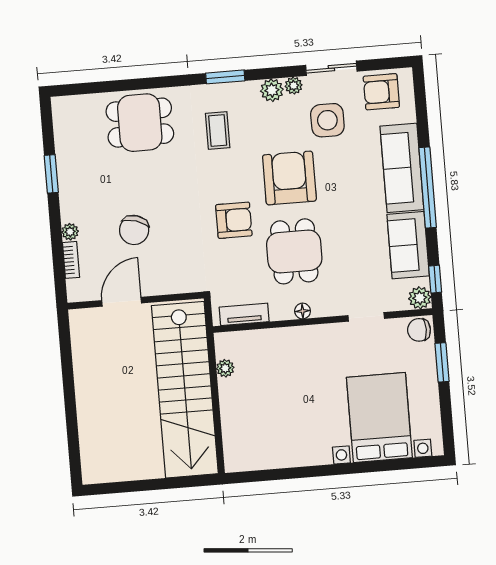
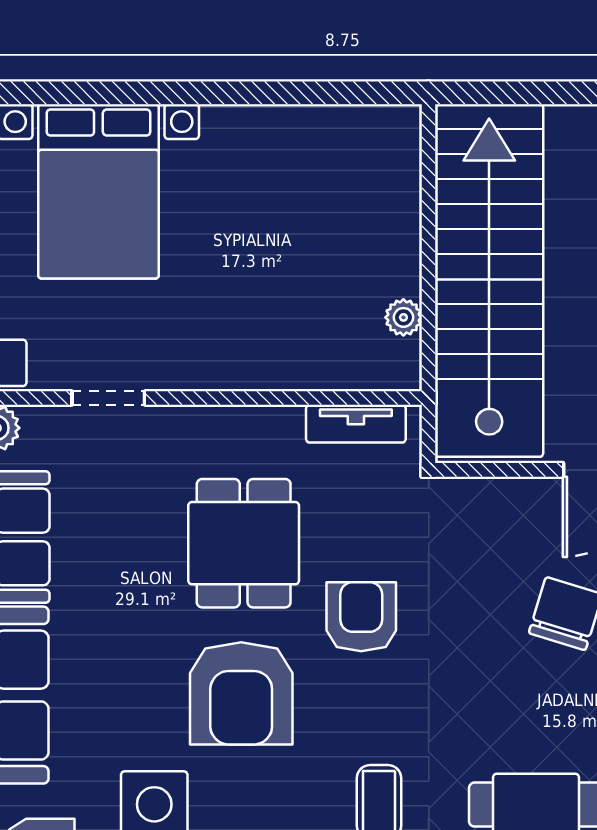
armchair: (234, 220) -> (361, 617), turned 90
floor lamp: (303, 311) -> (237, 421), removed

